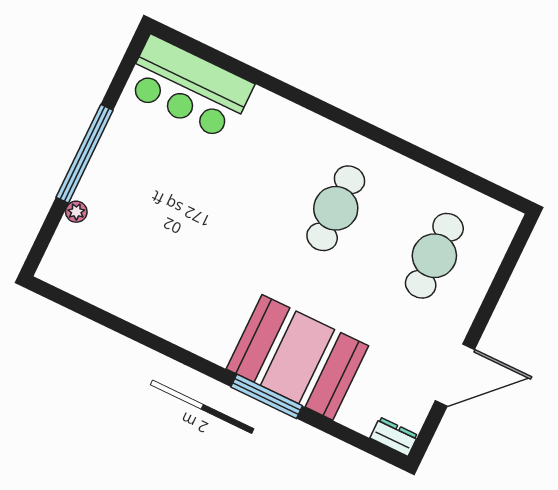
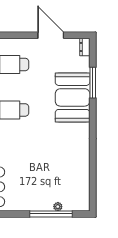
window: (85, 154) -> (51, 214), moved
window: (267, 396) -> (93, 83), moved

